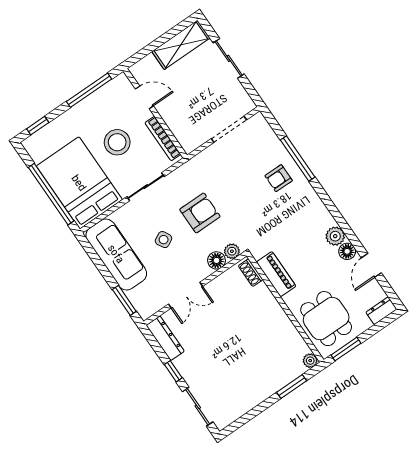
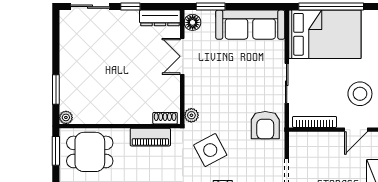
stool: (117, 142) -> (360, 94), moved
armchair: (200, 213) -> (265, 125), moved
side table: (164, 240) -> (210, 150), moved, width x1.87, depth x1.87
floor lamp: (217, 260) -> (193, 22), moved

